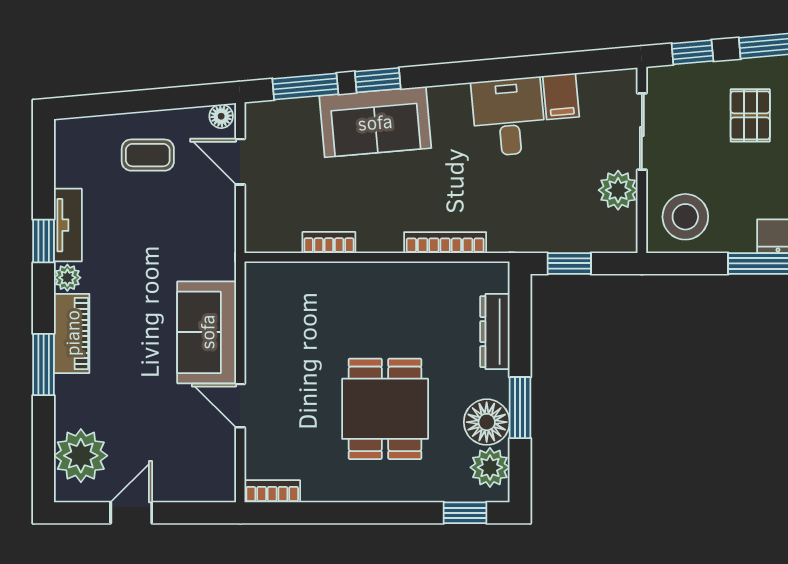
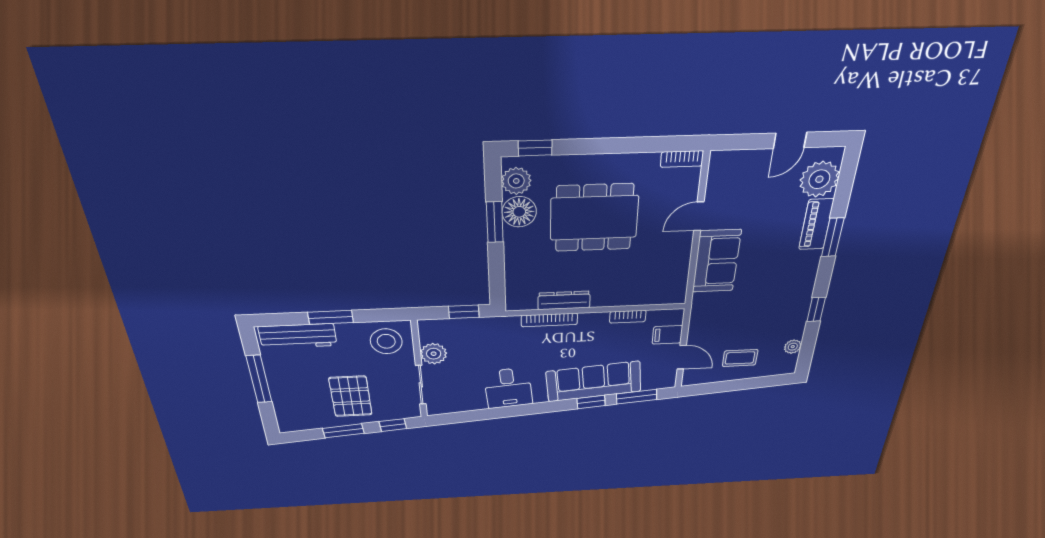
filing cabinet: (561, 96) -> (667, 335), moved, turned -85
pallet: (750, 115) -> (351, 396), width x1.50, depth x1.42
floor lamp: (221, 116) -> (691, 380), removed
sofa: (375, 122) -> (594, 382), width x1.36
tv unit: (68, 225) -> (798, 319), removed
plant: (67, 278) -> (793, 347), moved
dresser: (495, 332) -> (564, 300), moved, turned -90
piano: (72, 333) -> (816, 224), moved
door: (240, 406) -> (699, 216), swing flipped
dining table: (385, 409) -> (594, 218), width x1.38

